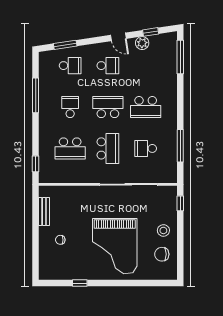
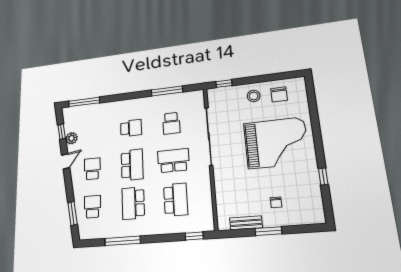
school desk: (70, 107) -> (133, 203), width x1.85
school desk: (108, 107) -> (132, 165), turned 180
school desk: (146, 107) -> (131, 128), width x0.54
window: (36, 230) -> (268, 231), added

